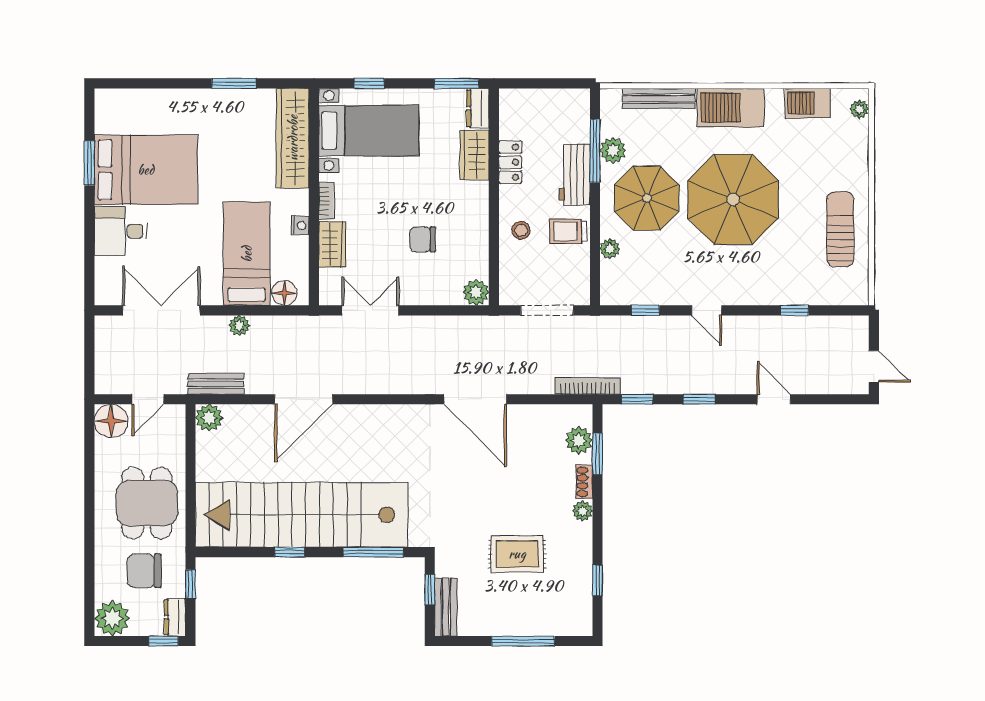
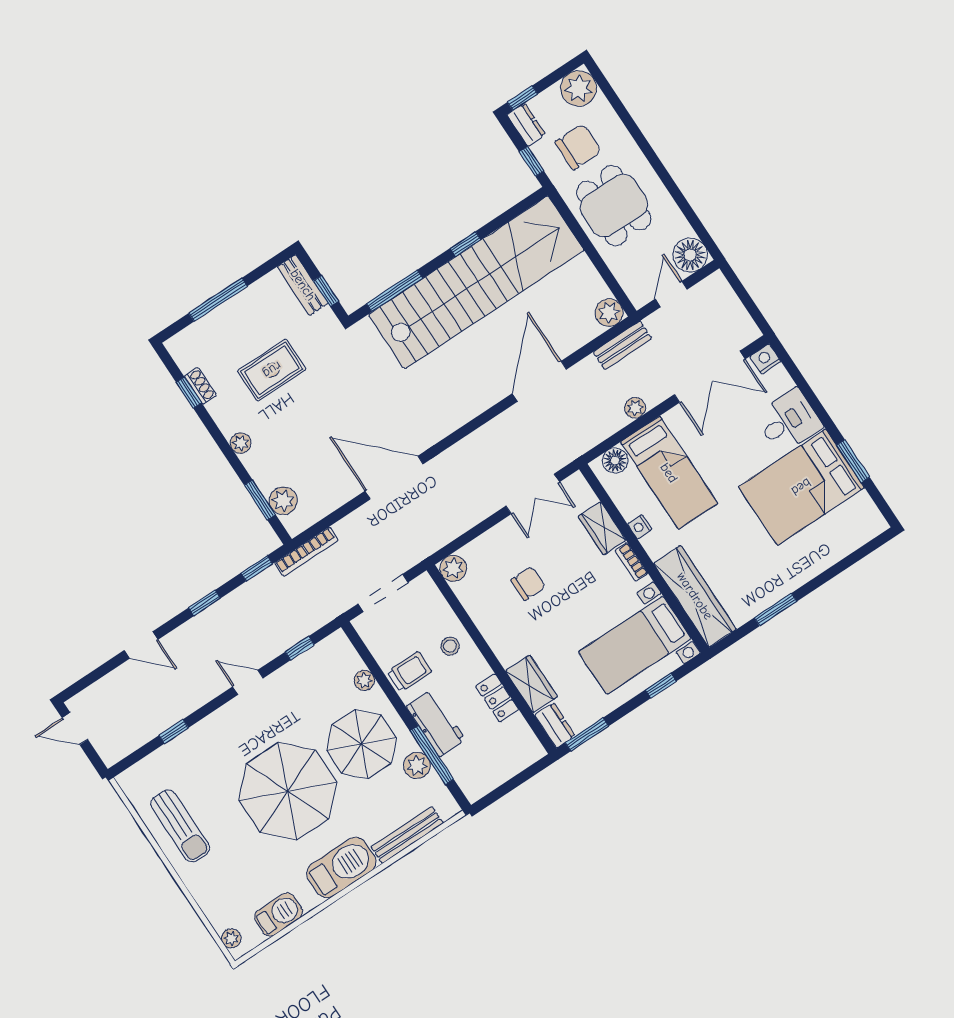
nightstand: (106, 295) -> (765, 359), added
shoe rack: (584, 482) -> (200, 386), moved

